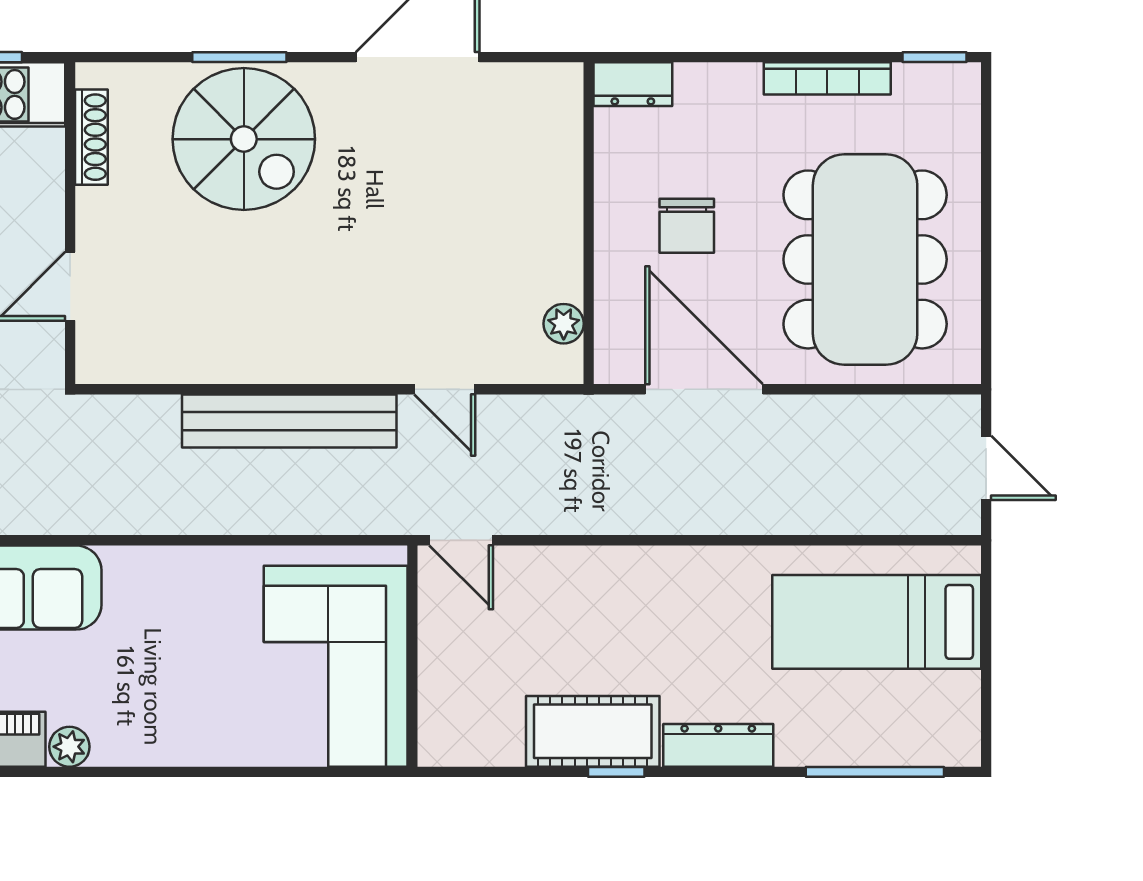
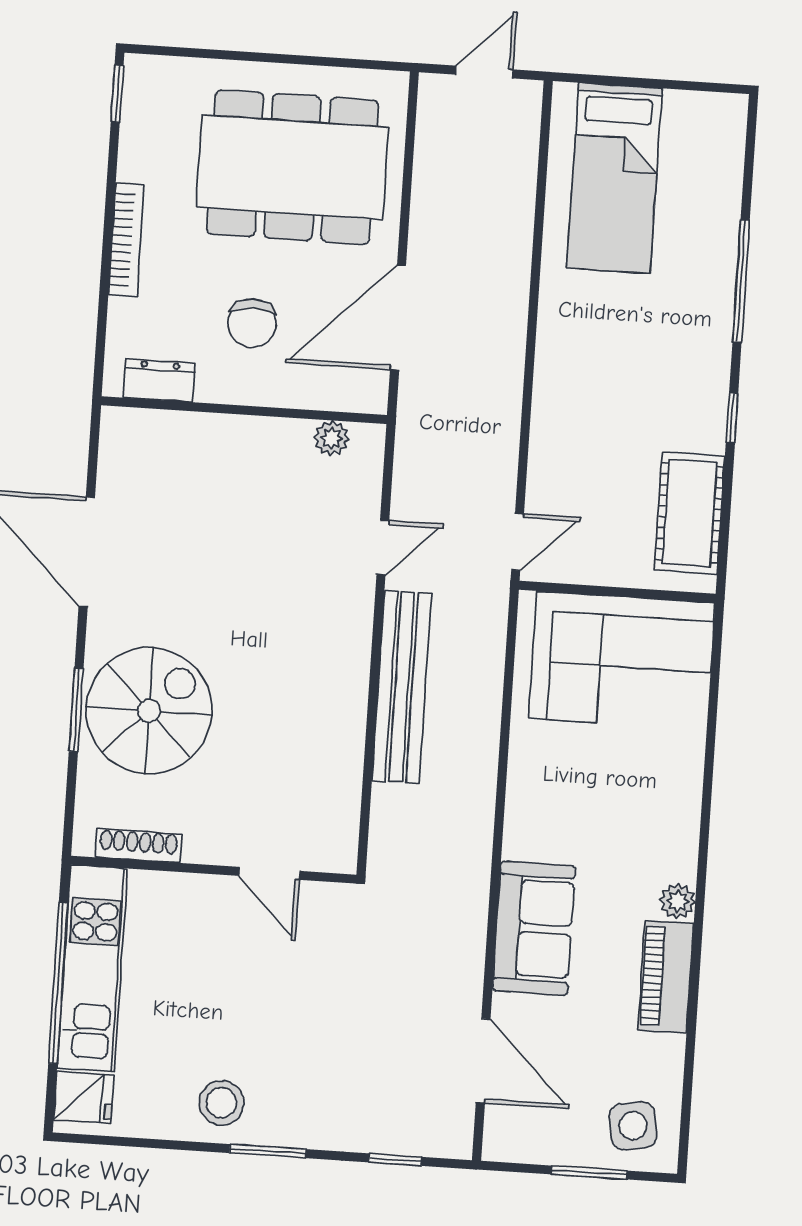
bookcase: (827, 78) -> (126, 240), moved
dresser: (633, 84) -> (159, 380), moved, turned -90
chair: (687, 226) -> (252, 323), turned 90
cot: (593, 731) -> (690, 513), moved
dresser: (718, 745) -> (714, 326), removed
window: (875, 772) -> (741, 281), moved

